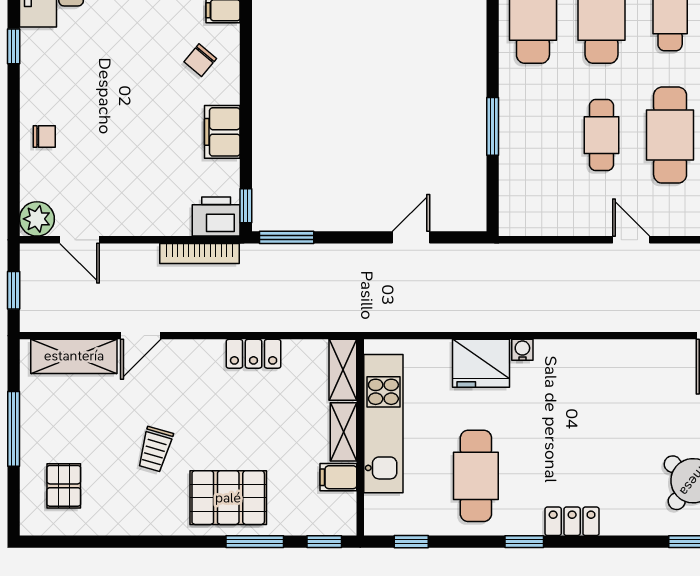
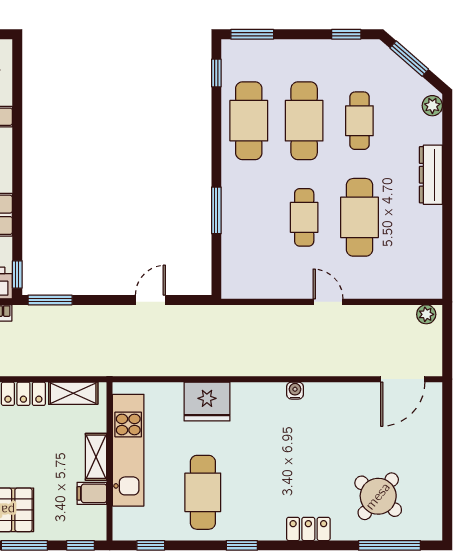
water cooler: (522, 350) -> (295, 391), moved
shelving: (343, 370) -> (73, 393), moved, turned 90
locker: (572, 521) -> (308, 529), moved

